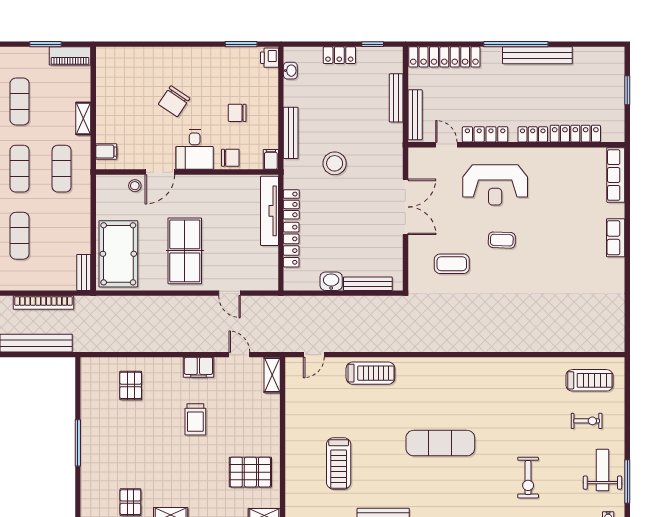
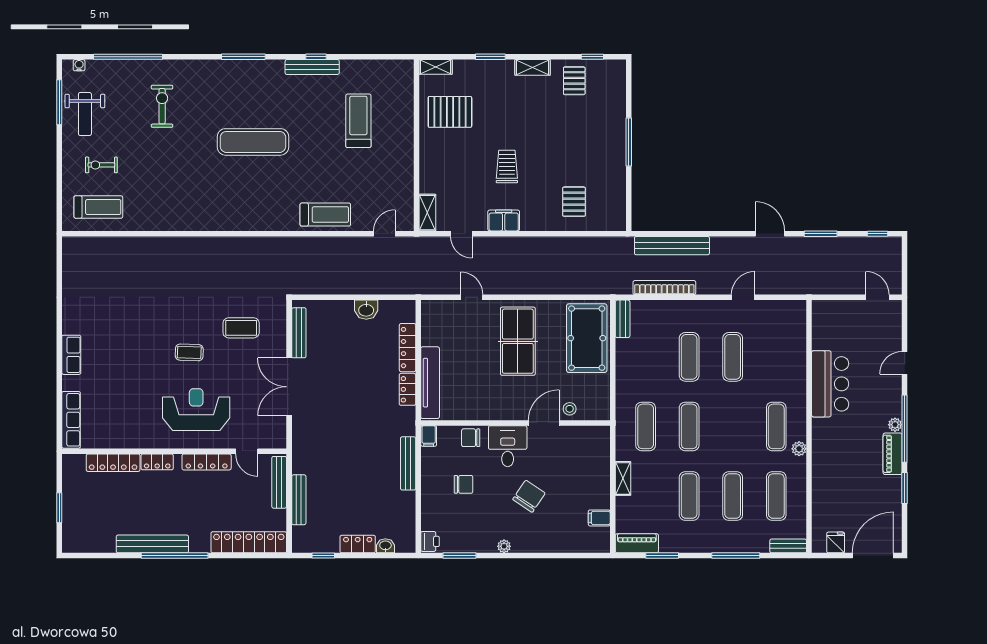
plant: (198, 53) -> (504, 546), added
washbasin: (290, 71) -> (385, 546), moved, turned 90
filing cabinet: (106, 152) -> (599, 518), moved
stool: (335, 163) -> (363, 432), removed
bench: (368, 284) -> (299, 333), moved, turned 90
treadmill: (370, 373) -> (325, 215), turned 180
treadmill: (589, 380) -> (98, 207), turned 180

